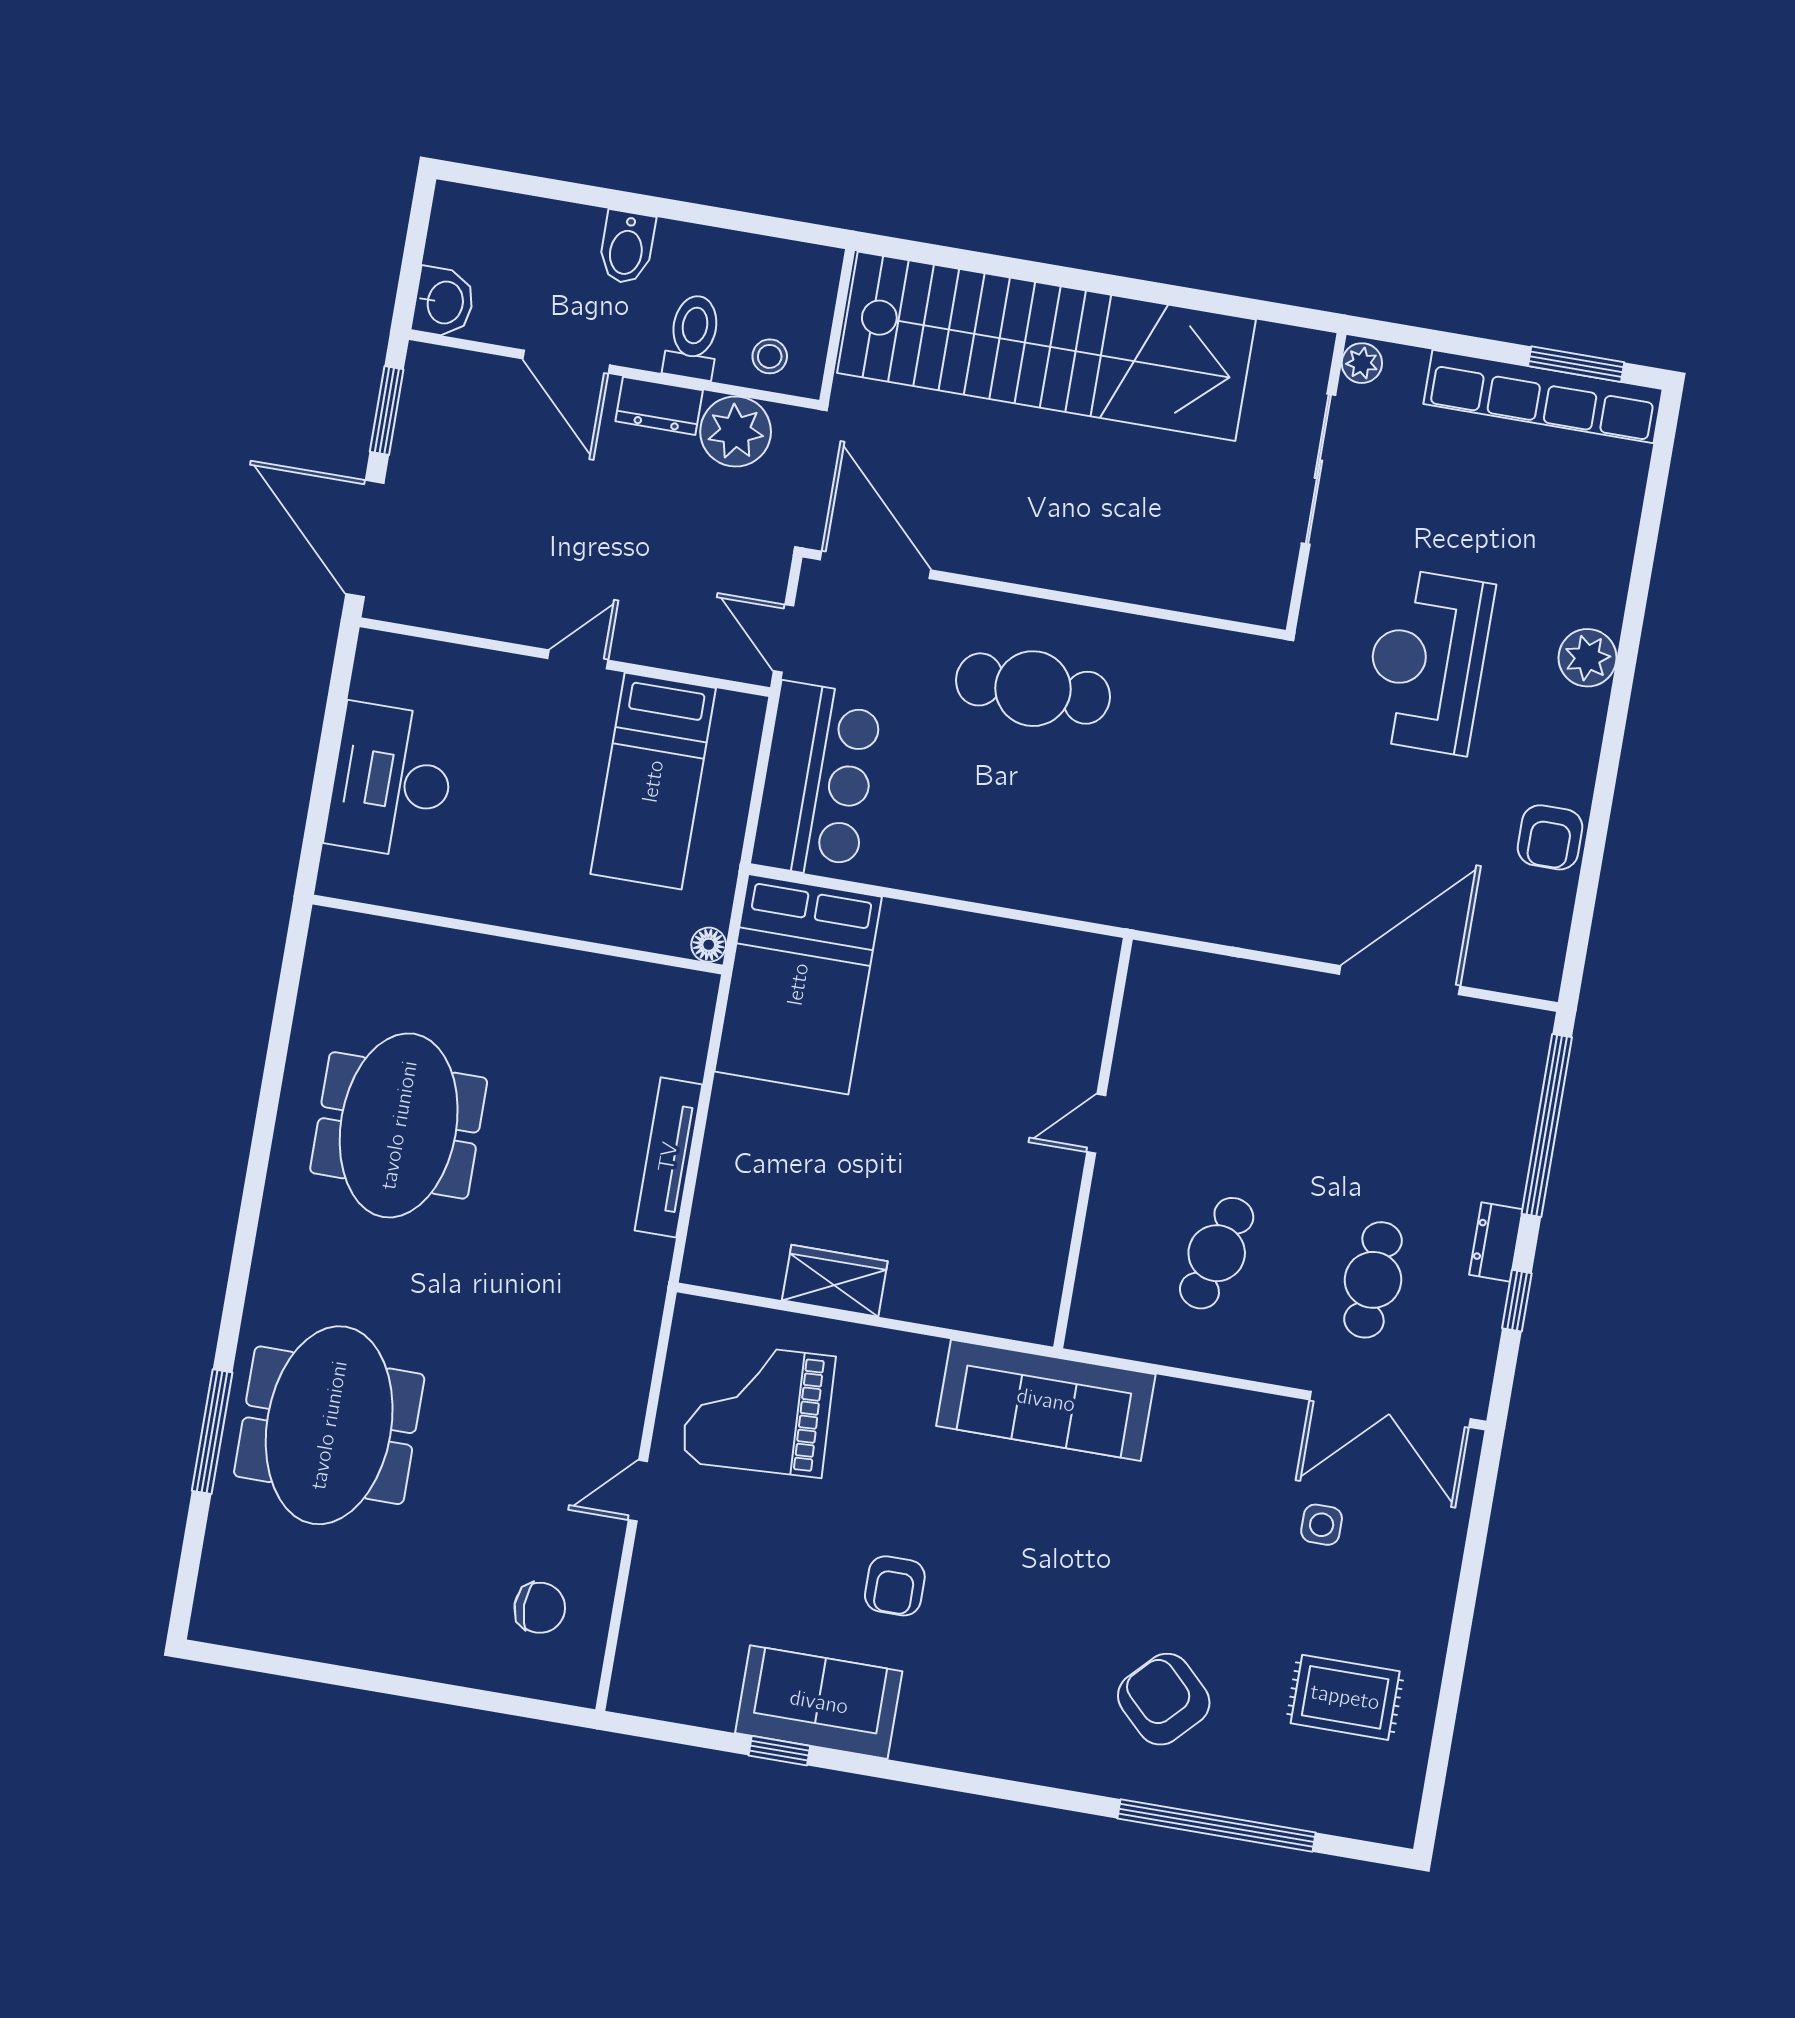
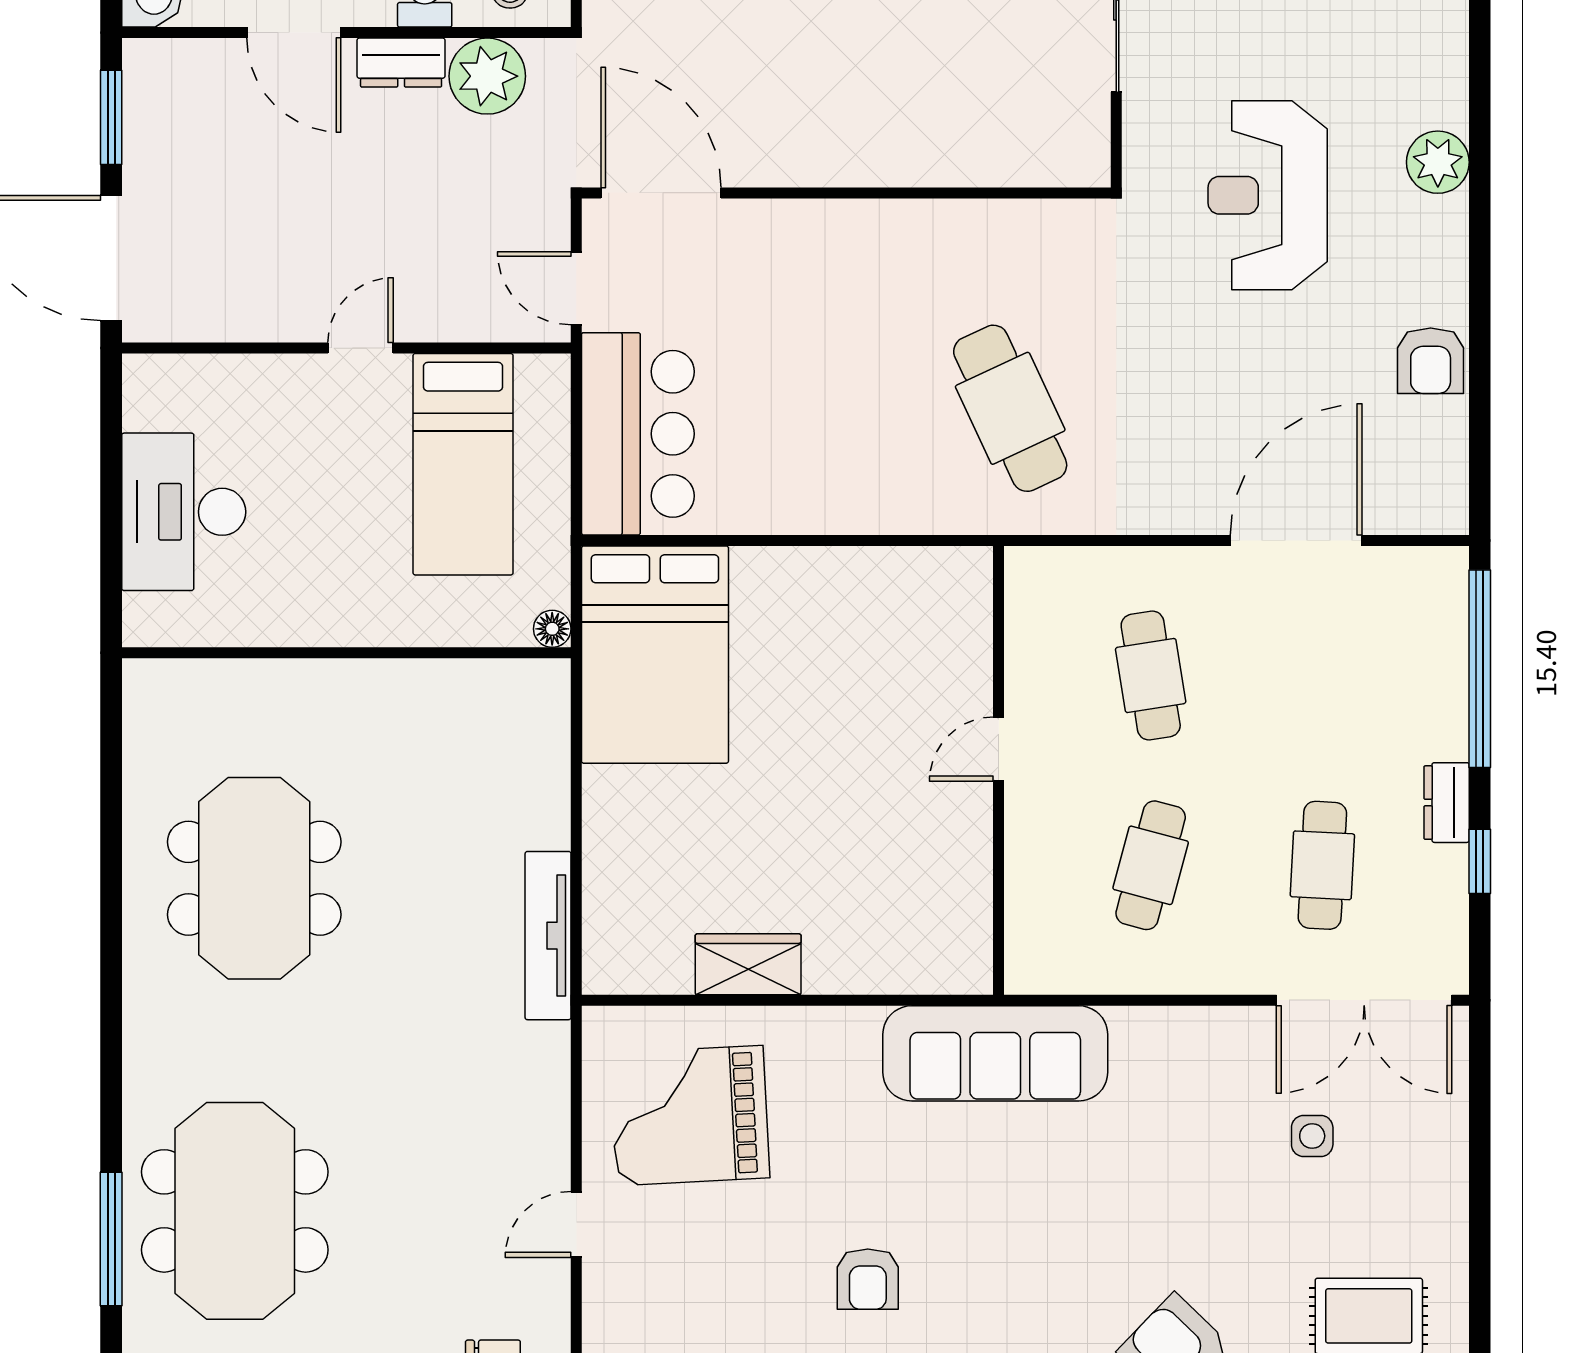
cafe table: (1033, 689) -> (1010, 408), moved, turned 65
cafe table: (1246, 1080) -> (1151, 676), added
tv unit: (668, 1157) -> (548, 936), moved

